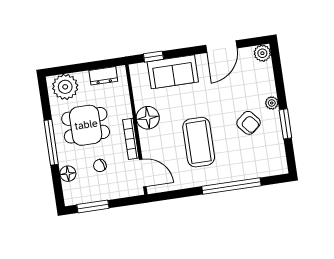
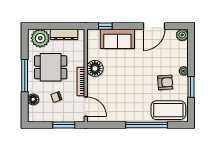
dresser: (103, 76) -> (64, 34), width x1.44
armchair: (249, 123) -> (165, 82), turned -54
coffee table: (199, 142) -> (168, 110), moved, turned 90
window: (93, 206) -> (64, 125), moved

